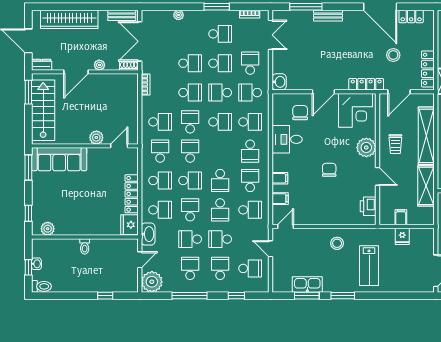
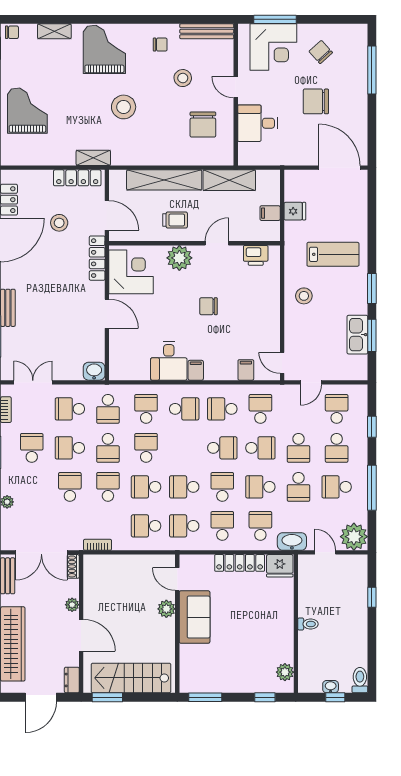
school desk: (220, 63) -> (70, 448), turned -90
chair: (300, 113) -> (134, 344), removed
school desk: (160, 122) -> (146, 526), turned -90
sofa: (59, 159) -> (195, 617), moved, width x0.73
filing cabinet: (280, 178) -> (196, 370), moved
school desk: (220, 268) -> (337, 448), turned -90

